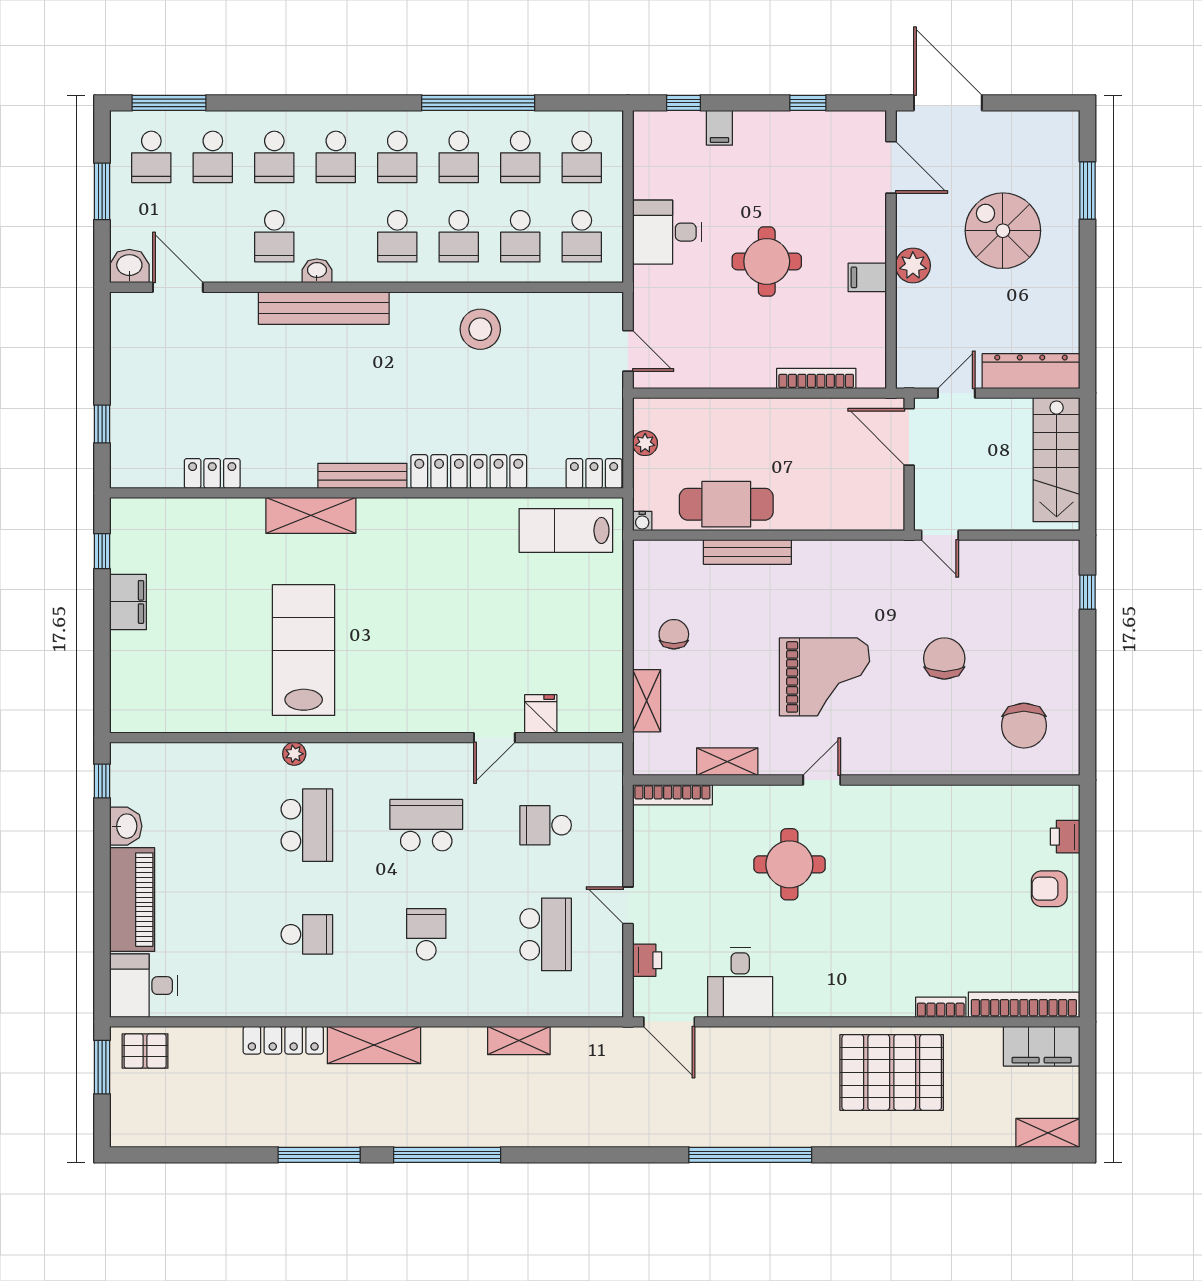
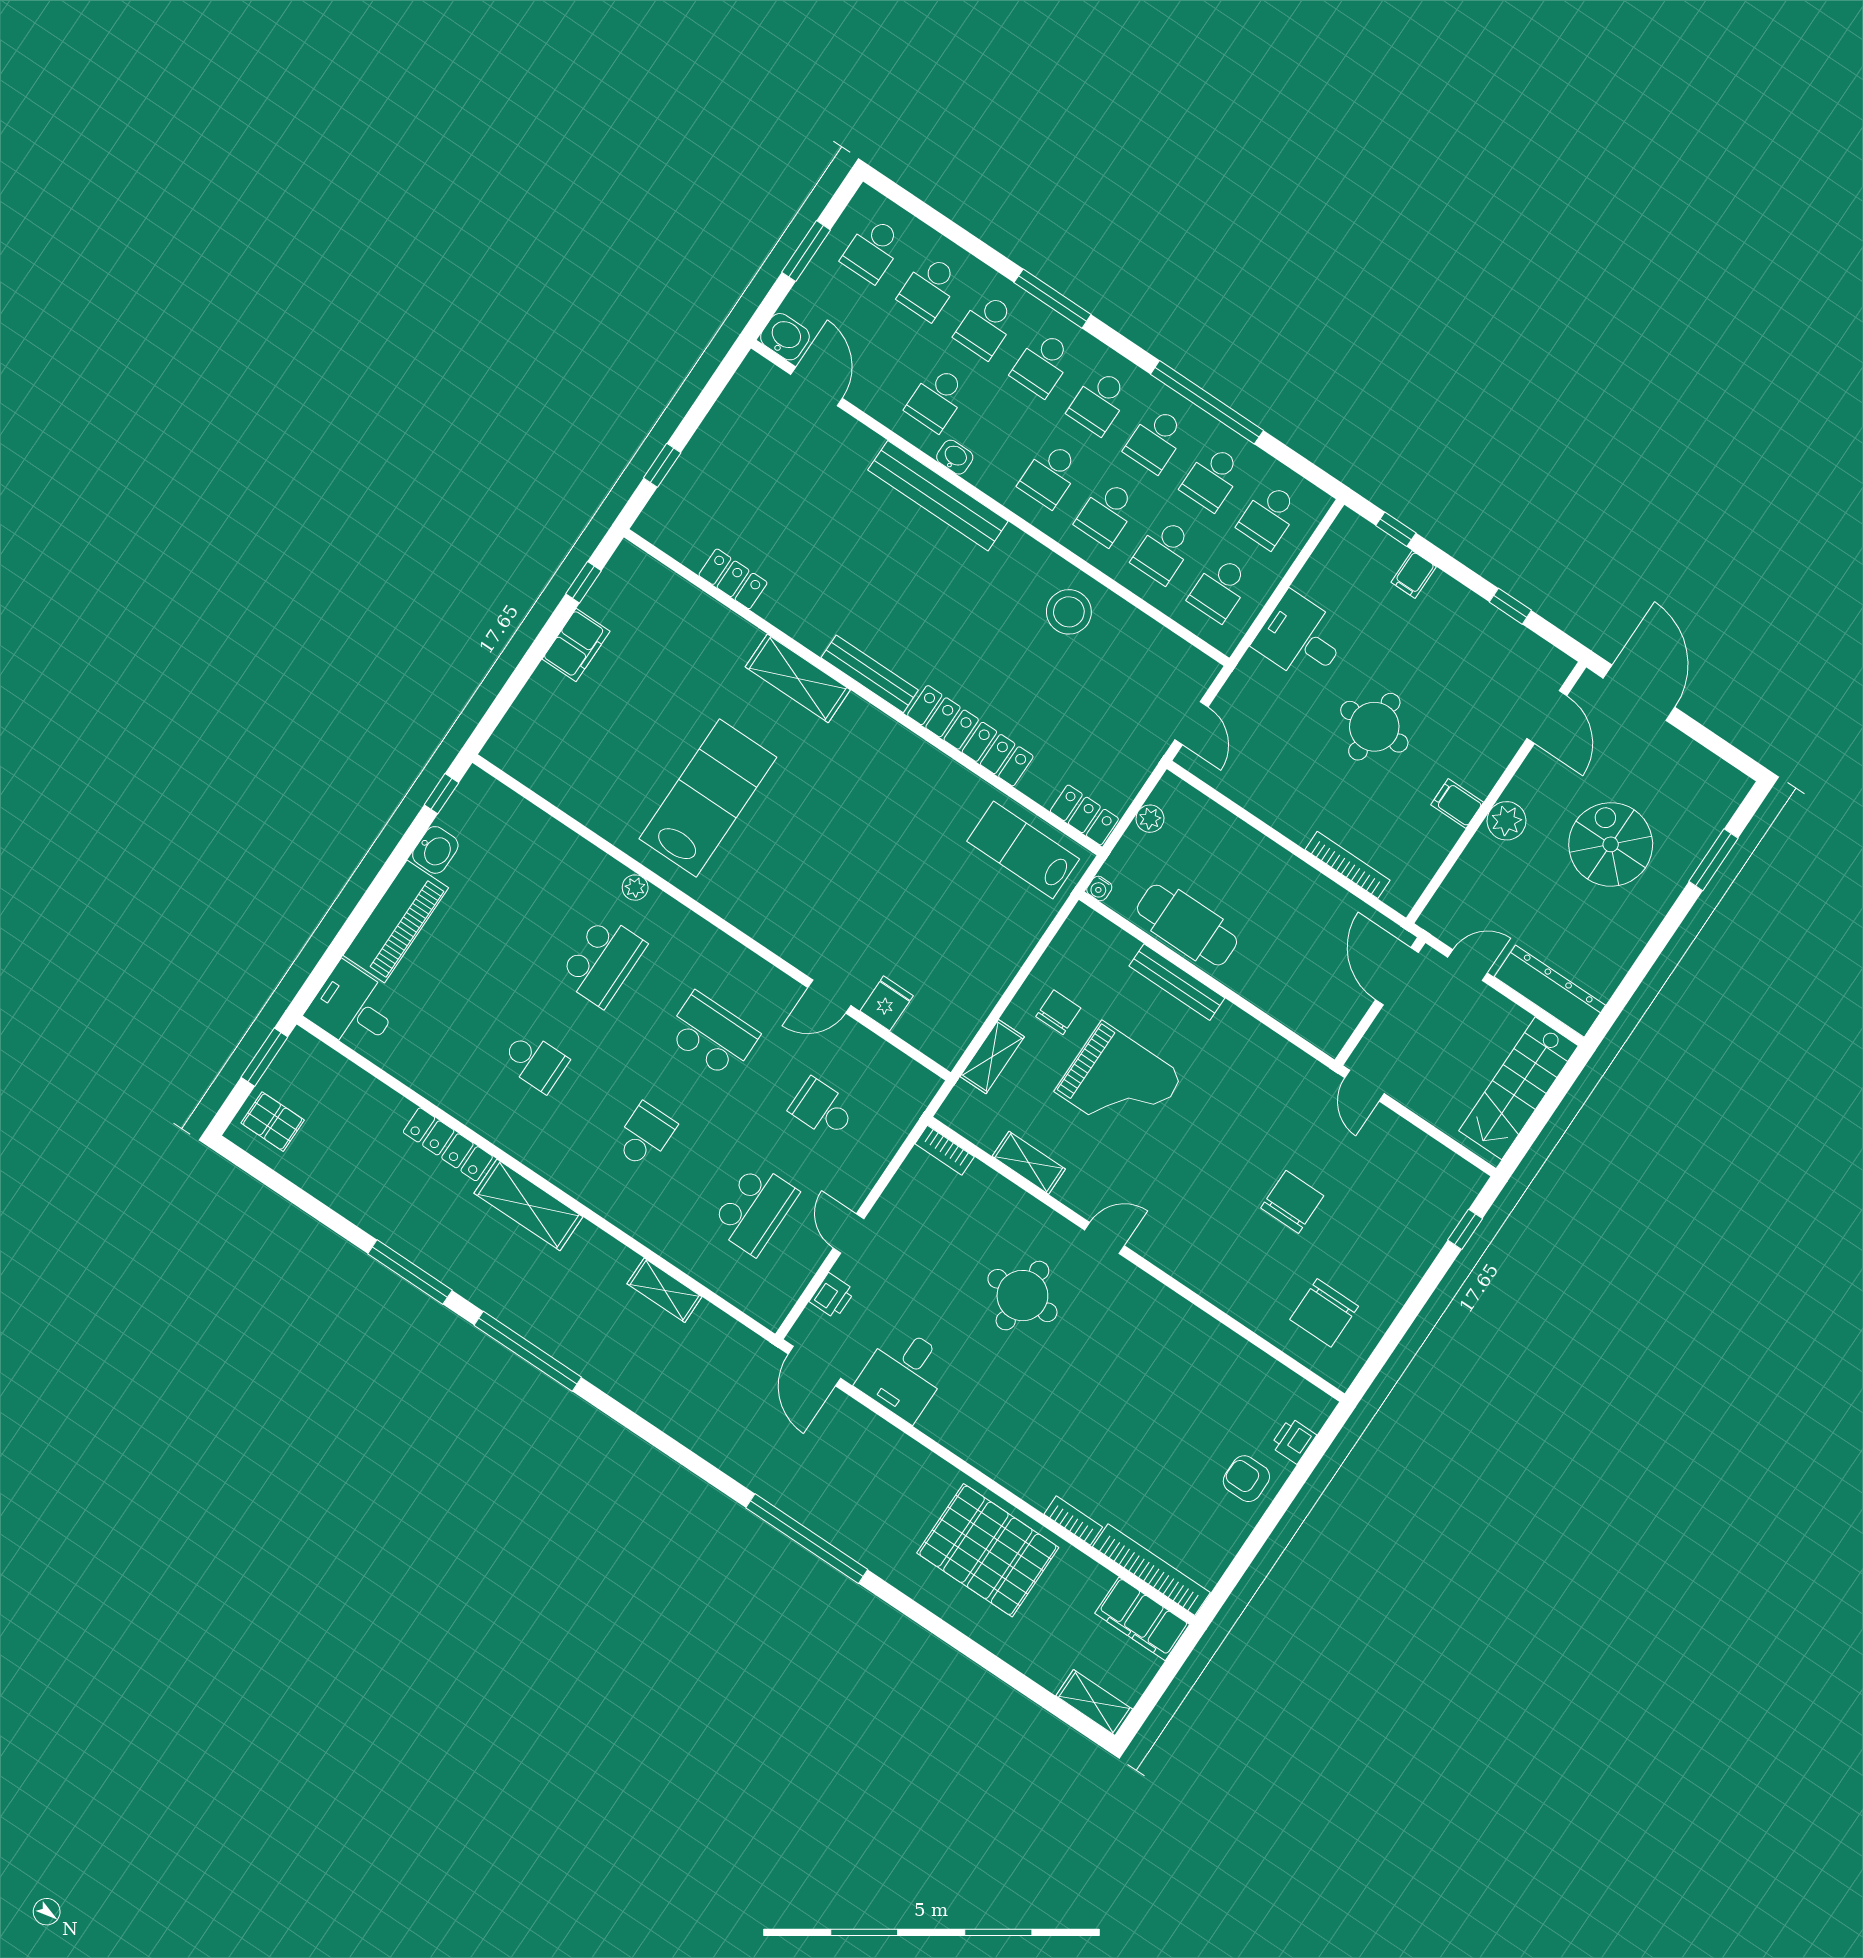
window: (169, 103) -> (1053, 299), moved
grand piano: (825, 677) -> (1119, 1083), moved
bookcase: (672, 795) -> (945, 1150), width x0.64
pallet: (145, 1051) -> (273, 1122), moved

